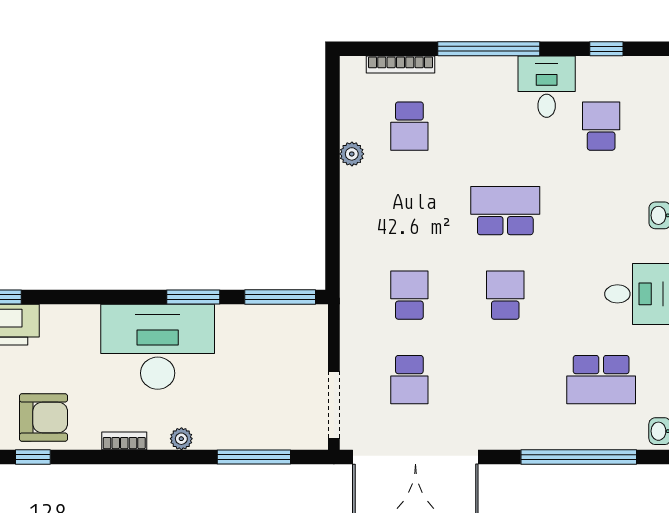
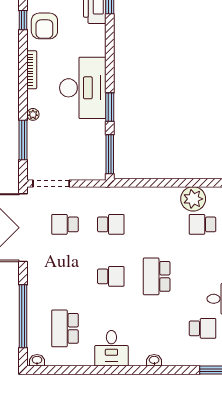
plant: (352, 154) -> (193, 199), width x1.88, depth x1.88
school desk: (505, 211) -> (157, 276), turned 180
plant: (181, 439) -> (33, 114), moved
bookcase: (124, 441) -> (32, 70), width x1.56

